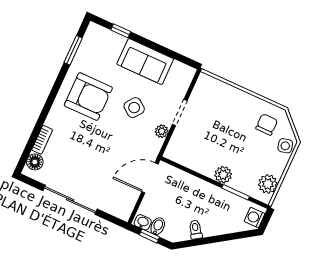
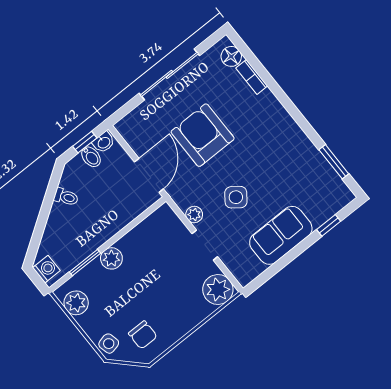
plant: (207, 87) -> (218, 290), added
armchair: (88, 97) -> (203, 135), moved, turned 90

